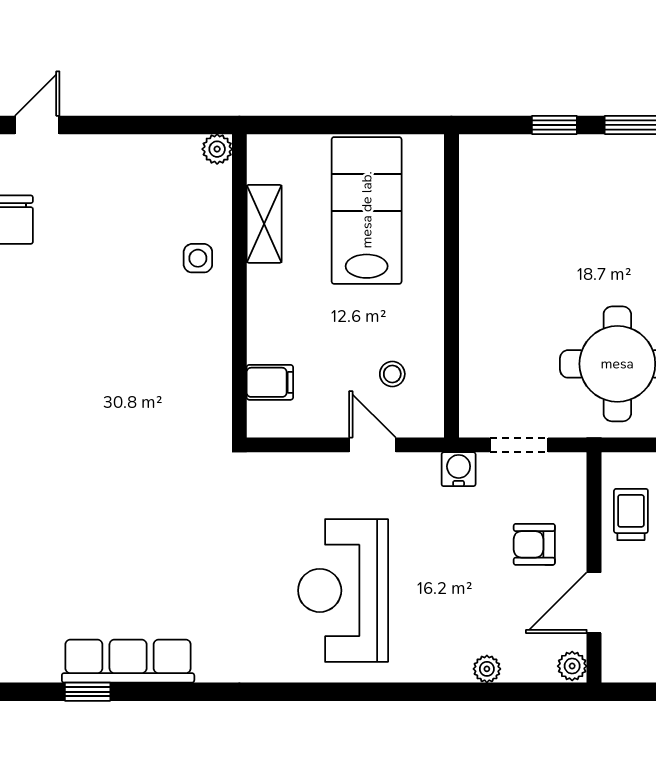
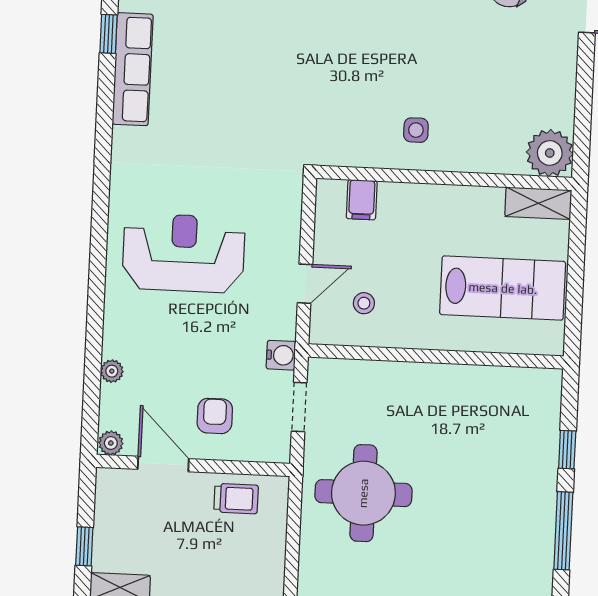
plant: (217, 149) -> (550, 153), width x1.88, depth x1.88
shelving: (264, 224) -> (538, 203), moved
side table: (198, 258) -> (416, 130), moved

